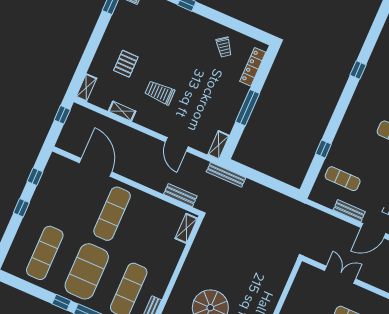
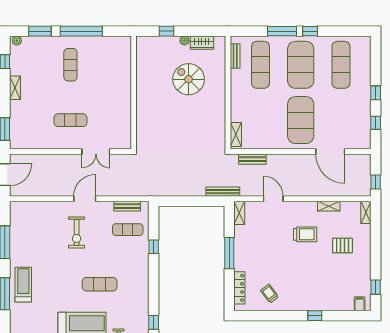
pallet: (126, 64) -> (343, 246), turned 90
bench: (349, 211) -> (127, 206), moved
exercise mat: (112, 214) -> (301, 120), width x1.47

